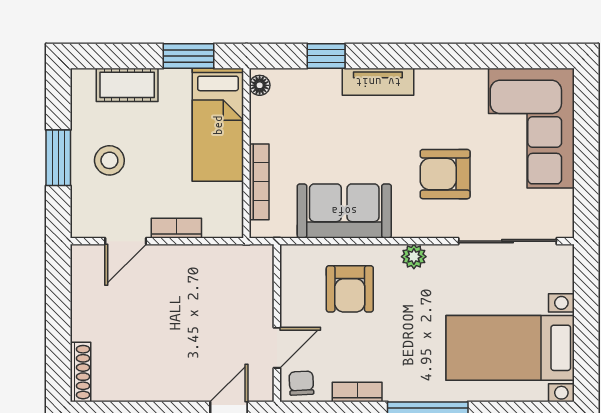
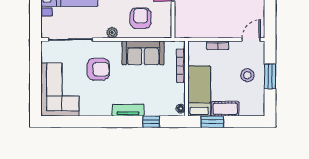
cot: (127, 85) -> (225, 109), moved
door: (126, 241) -> (251, 39), moved

